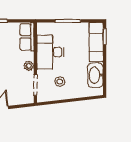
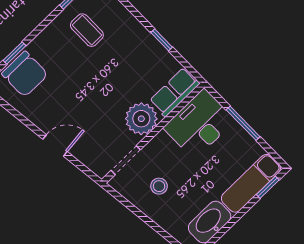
desk: (50, 52) -> (199, 124), moved
plant: (29, 66) -> (141, 119), width x1.88, depth x1.88

